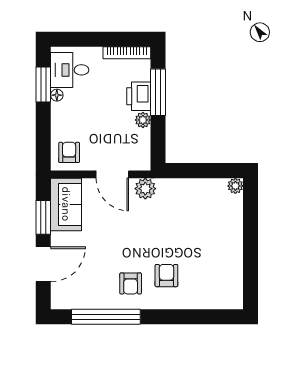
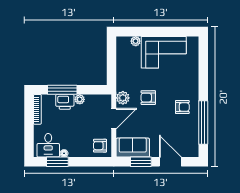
plant: (235, 186) -> (136, 41), moved
corner sofa: (218, 254) -> (164, 52), added
armchair: (166, 276) -> (148, 98), moved

